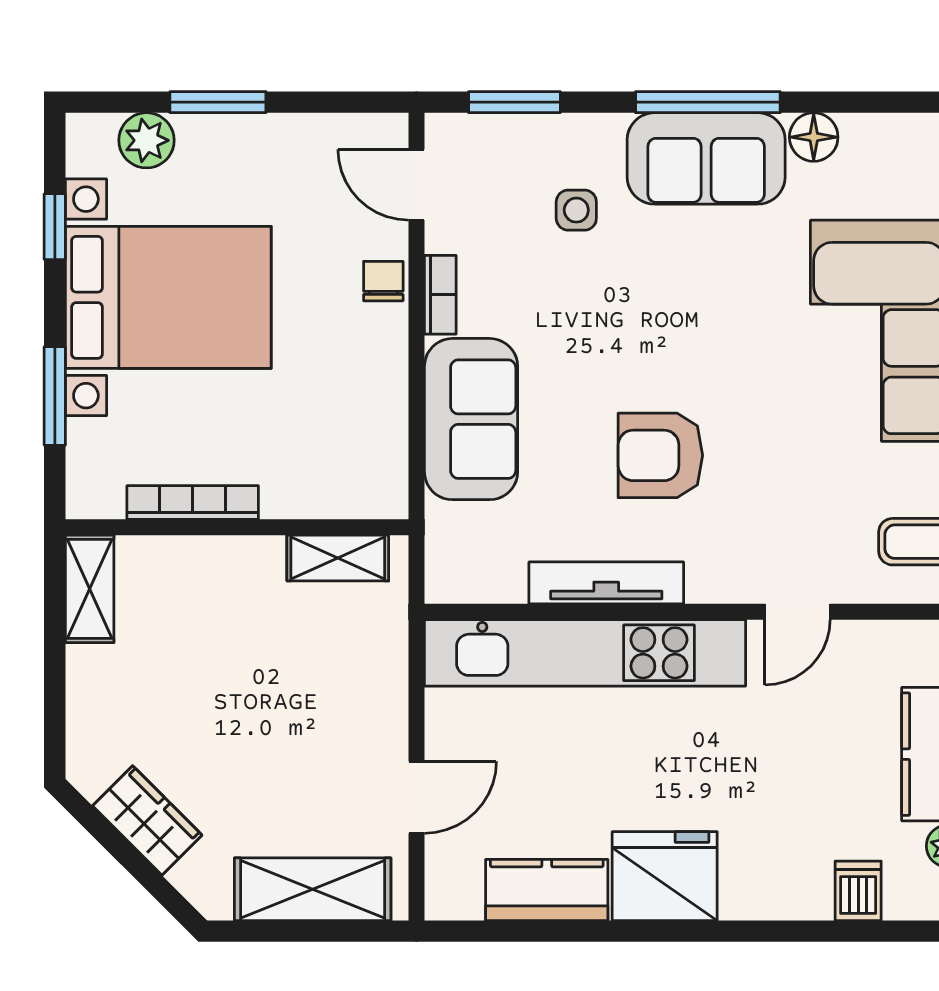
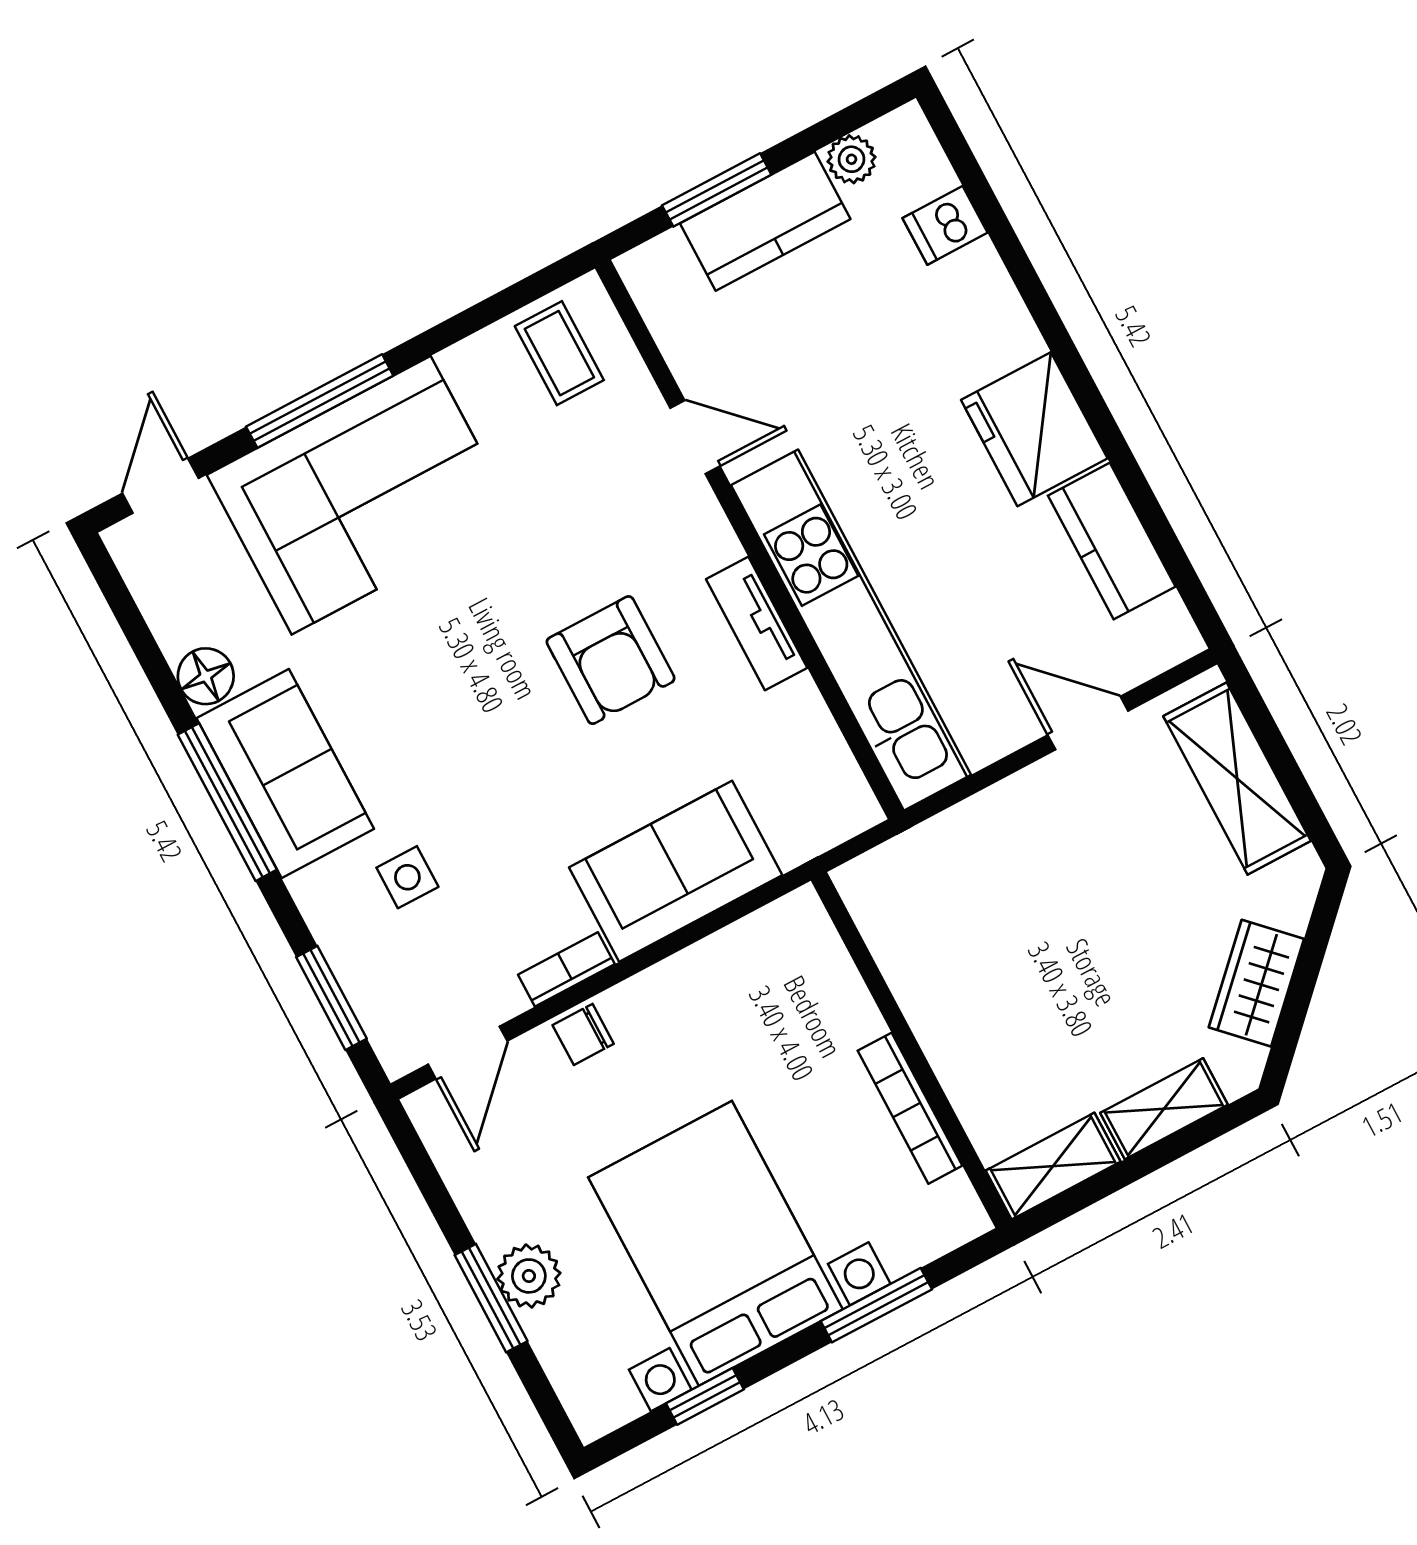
plant: (146, 140) -> (529, 1276), moved
shelving: (338, 558) -> (1164, 1109), moved, turned 90
tv unit: (606, 583) -> (757, 624), width x0.71

